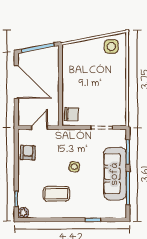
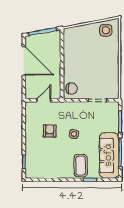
armchair: (28, 153) -> (50, 131), moved
sofa: (115, 174) -> (109, 155), moved
coffee table: (56, 194) -> (81, 166), moved, turned 90
plant: (23, 213) -> (30, 174), removed

